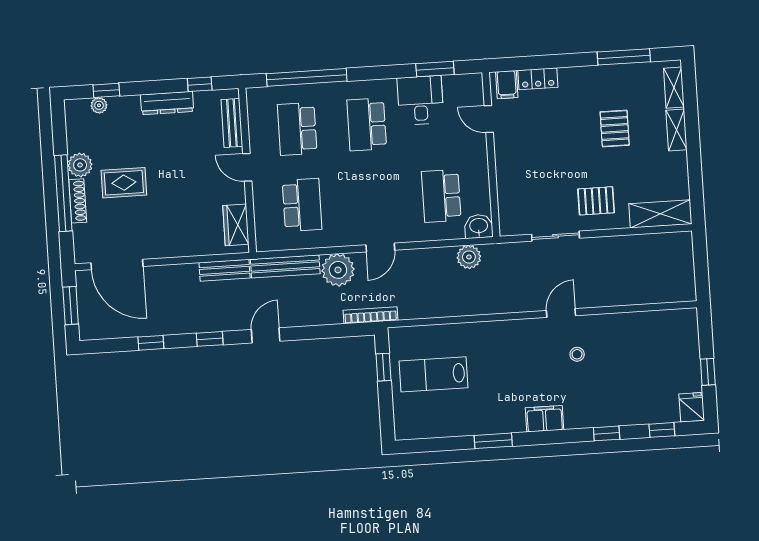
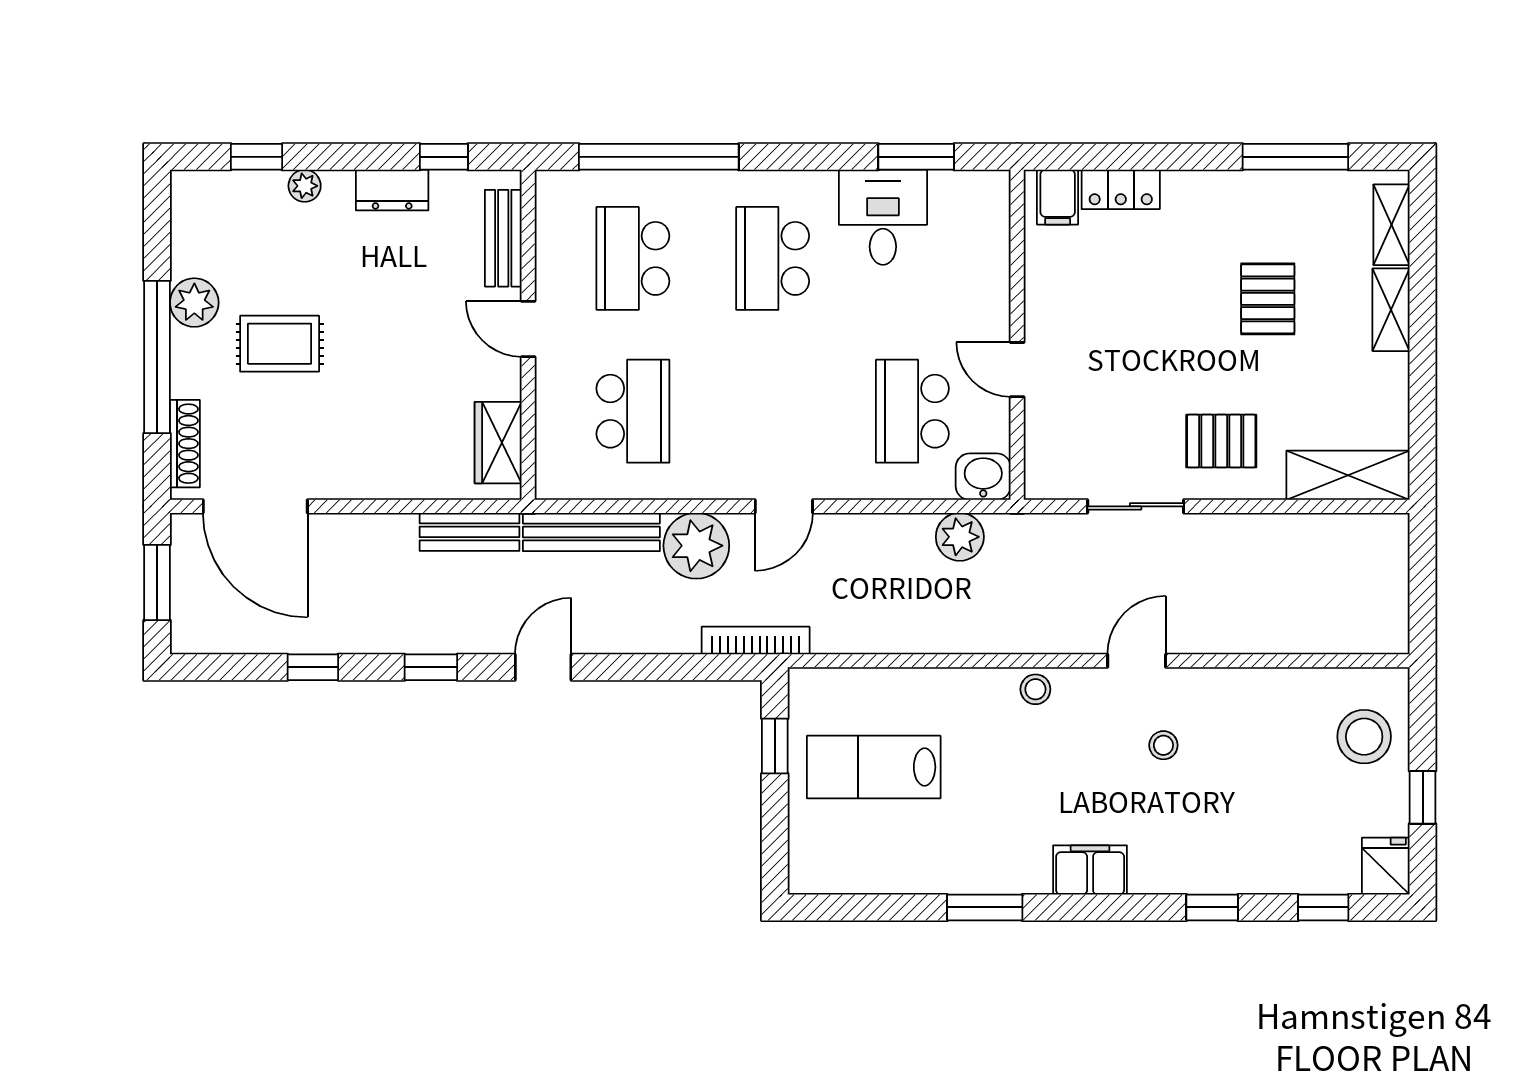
dresser: (167, 103) -> (392, 190), width x0.70
plant: (99, 105) -> (305, 186), moved
door: (489, 119) -> (1017, 370), moved
shoe rack: (78, 201) -> (185, 444), moved
stool: (512, 330) -> (1035, 689), added
stool: (677, 343) -> (1364, 737), added

